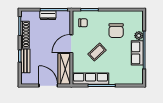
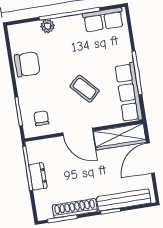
chair: (116, 31) -> (27, 64), moved
row of seats: (137, 53) -> (103, 20), moved
bench: (25, 61) -> (124, 200), width x1.36

